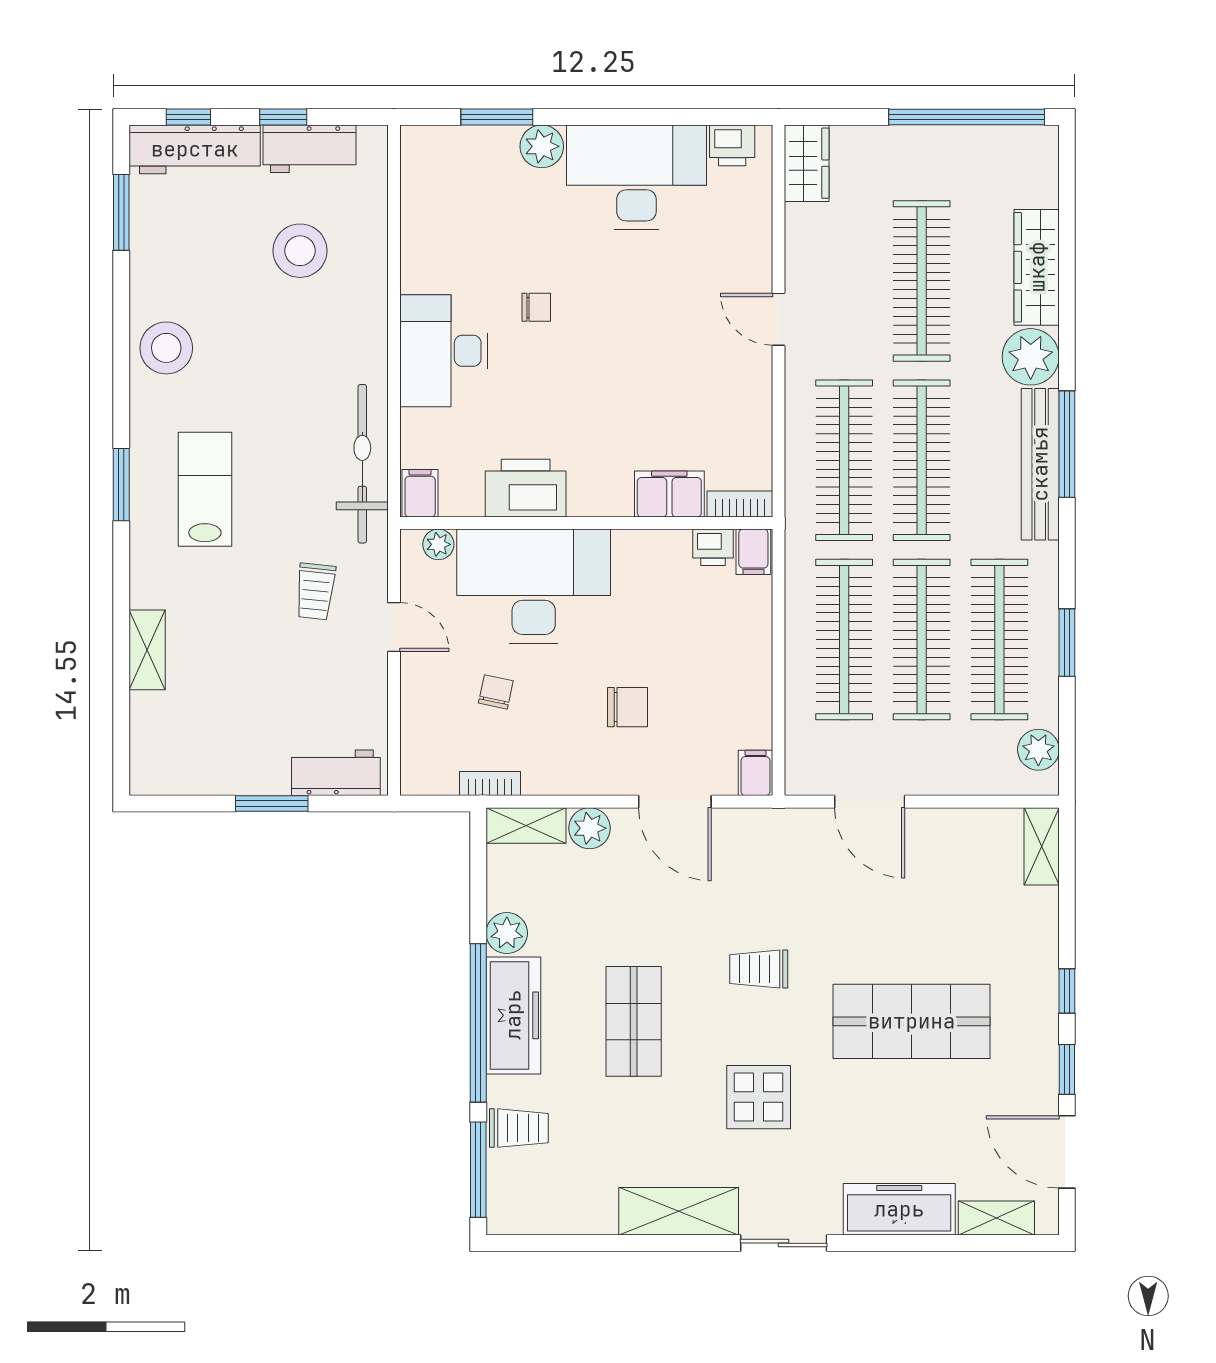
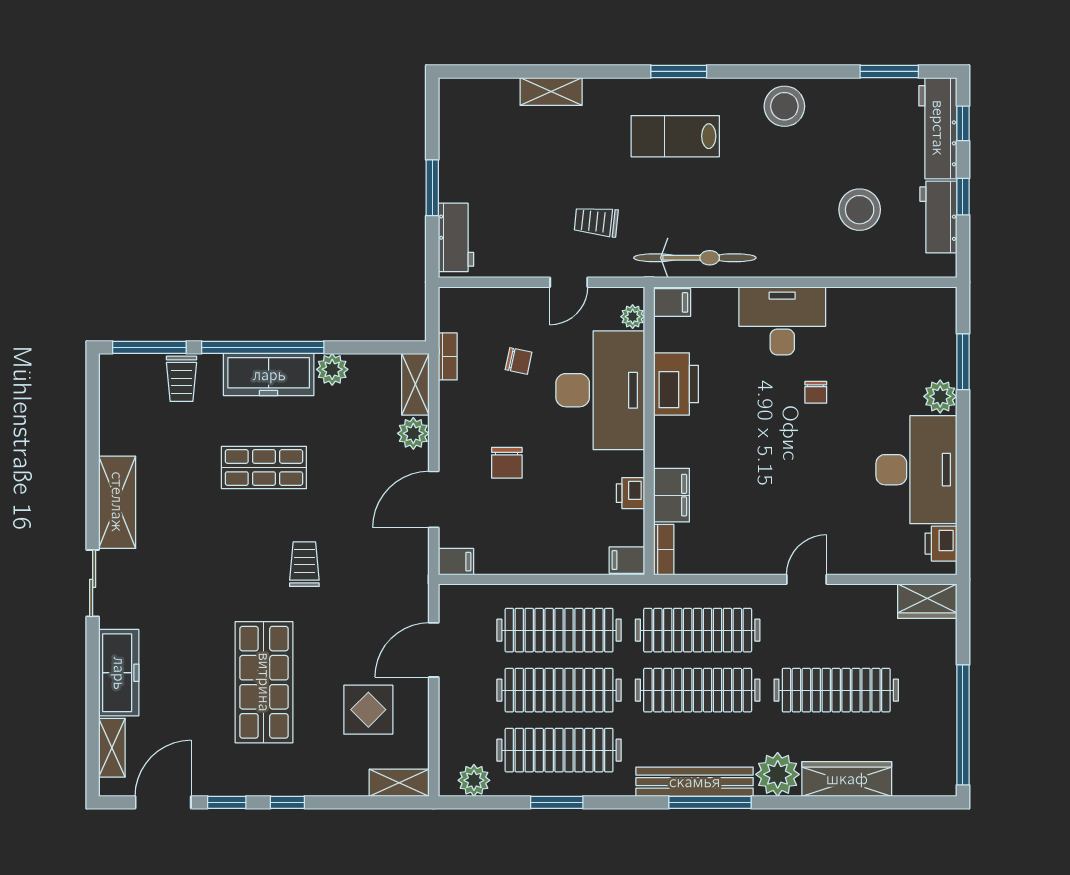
lab bench: (205, 489) -> (675, 136), turned 180
printer: (713, 547) -> (630, 493), moved
display table: (759, 1097) -> (368, 710), moved

